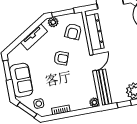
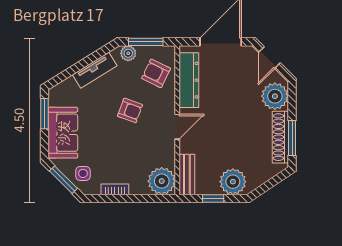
armchair: (73, 32) -> (156, 73), turned 91
bench: (104, 87) -> (187, 174), width x0.73
plant: (94, 102) -> (162, 181), width x1.87, depth x1.87

